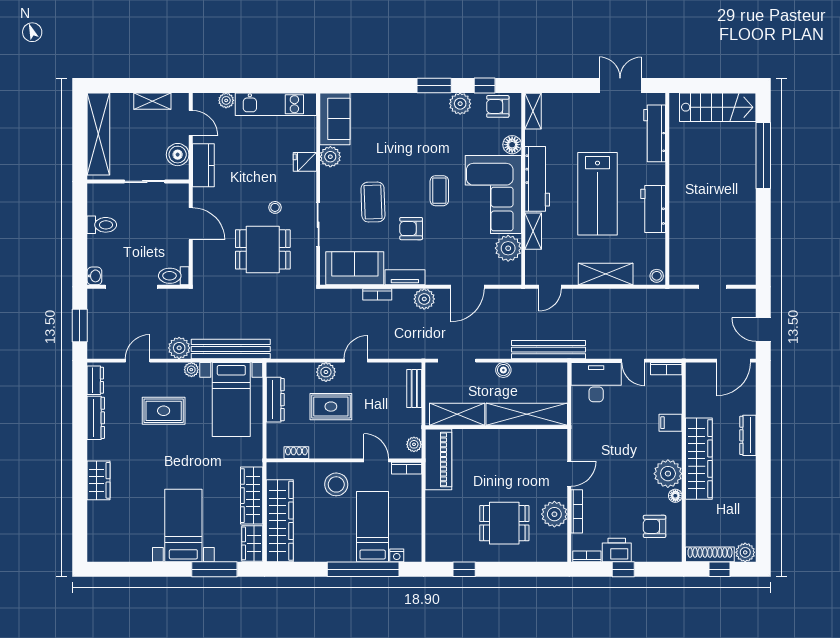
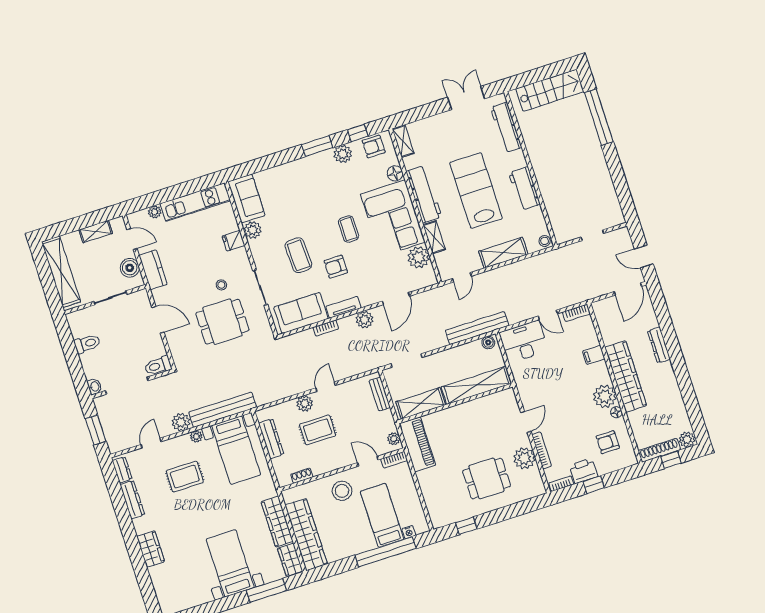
lab bench: (597, 194) -> (476, 191), turned 180
boiler: (503, 370) -> (488, 342), moved

